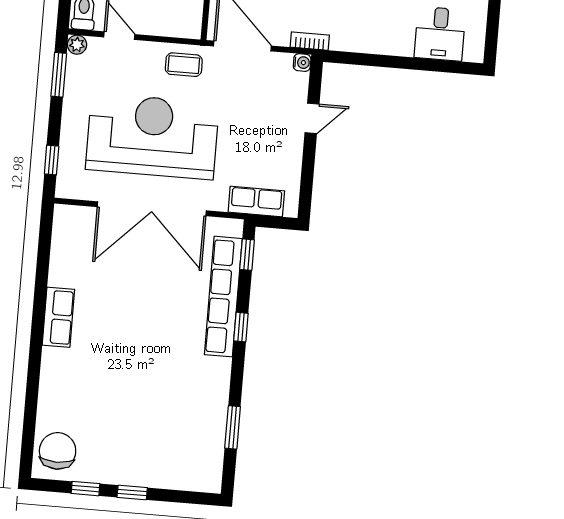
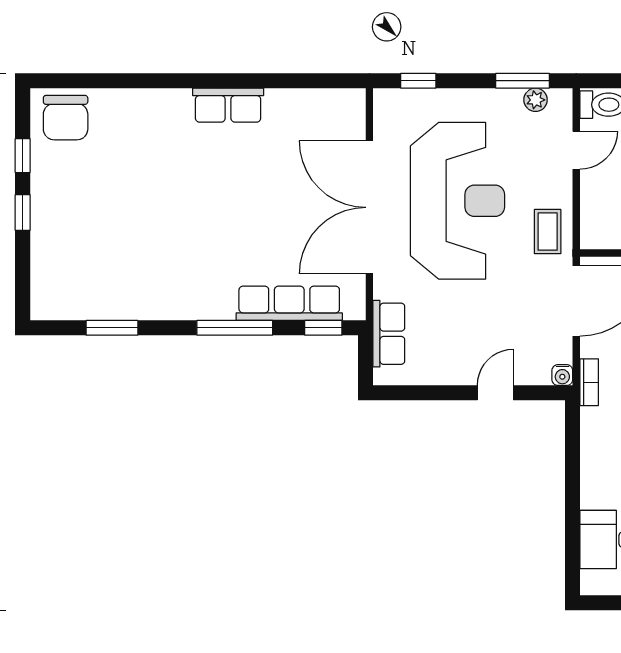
plant: (77, 45) -> (536, 100), moved
door: (312, 118) -> (495, 393), swing flipped
row of seats: (223, 297) -> (289, 303), width x0.73
window: (241, 327) -> (235, 328), width x2.17
chair: (58, 451) -> (66, 118), turned 90

